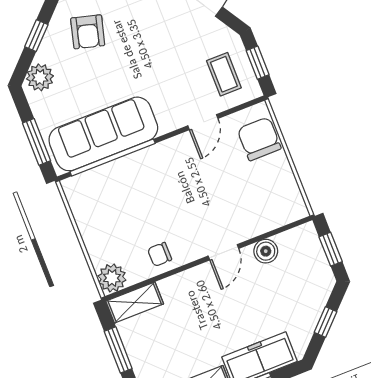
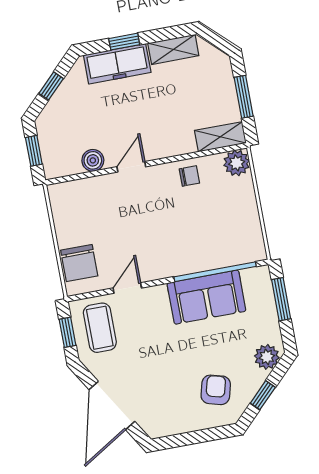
coffee table: (224, 74) -> (100, 328), width x1.36, depth x1.30
sofa: (103, 134) -> (206, 297), width x0.73

